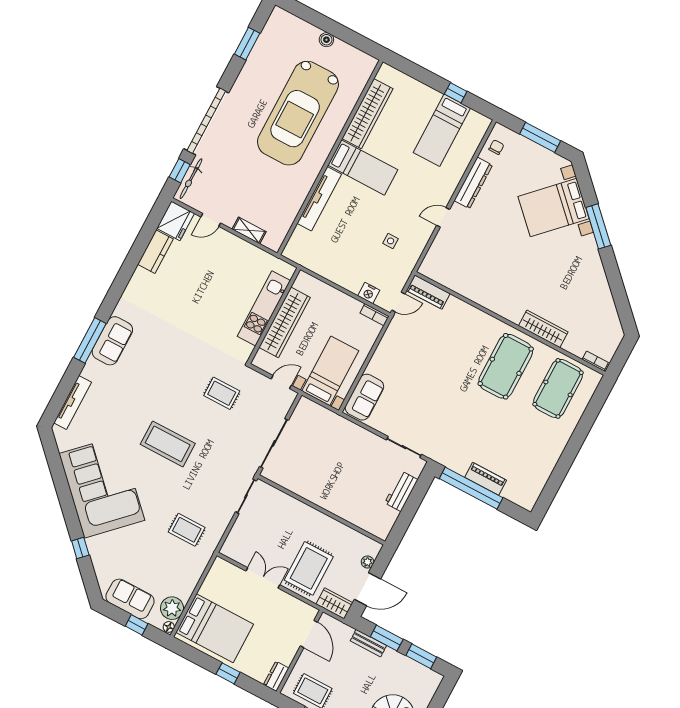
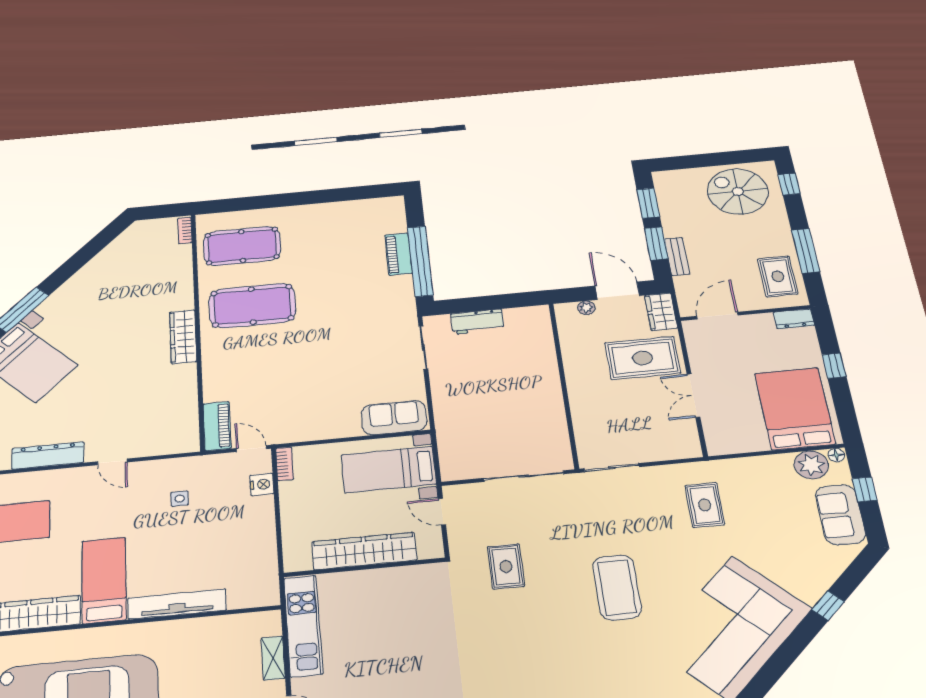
kitchen unit: (264, 308) -> (303, 626), moved, turned -90
wardrobe: (543, 329) -> (183, 337), moved

